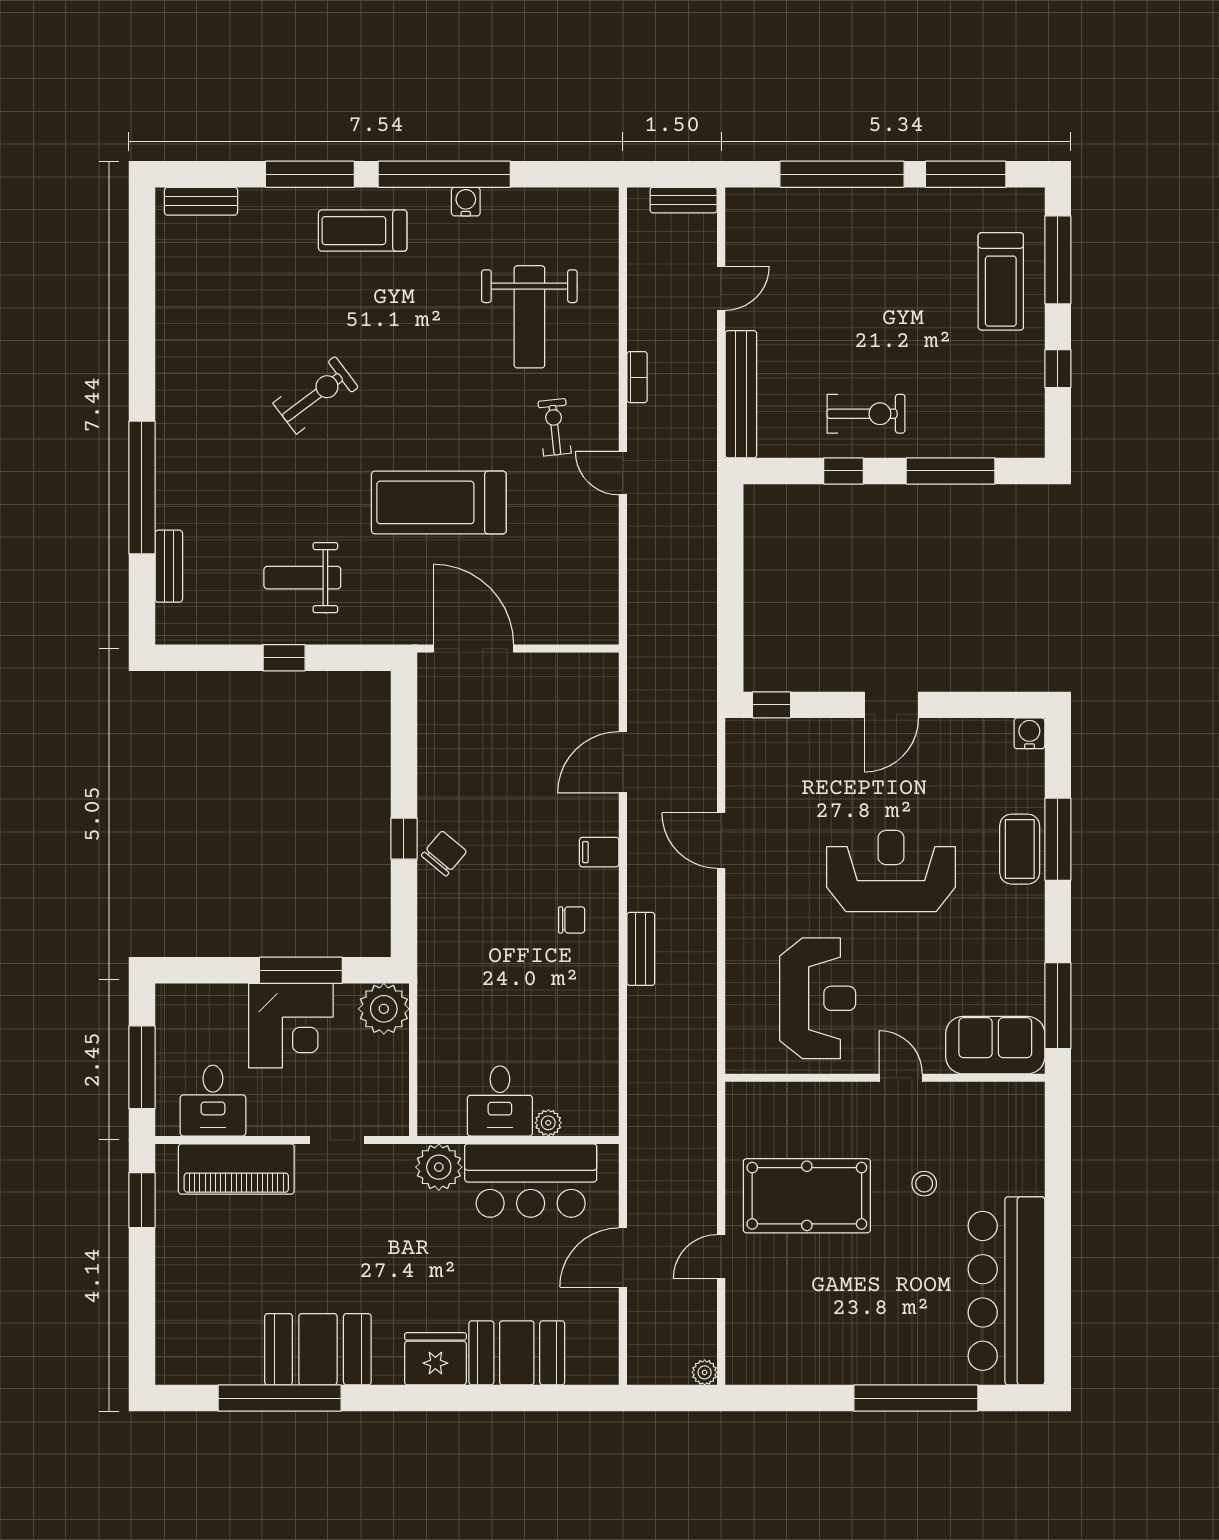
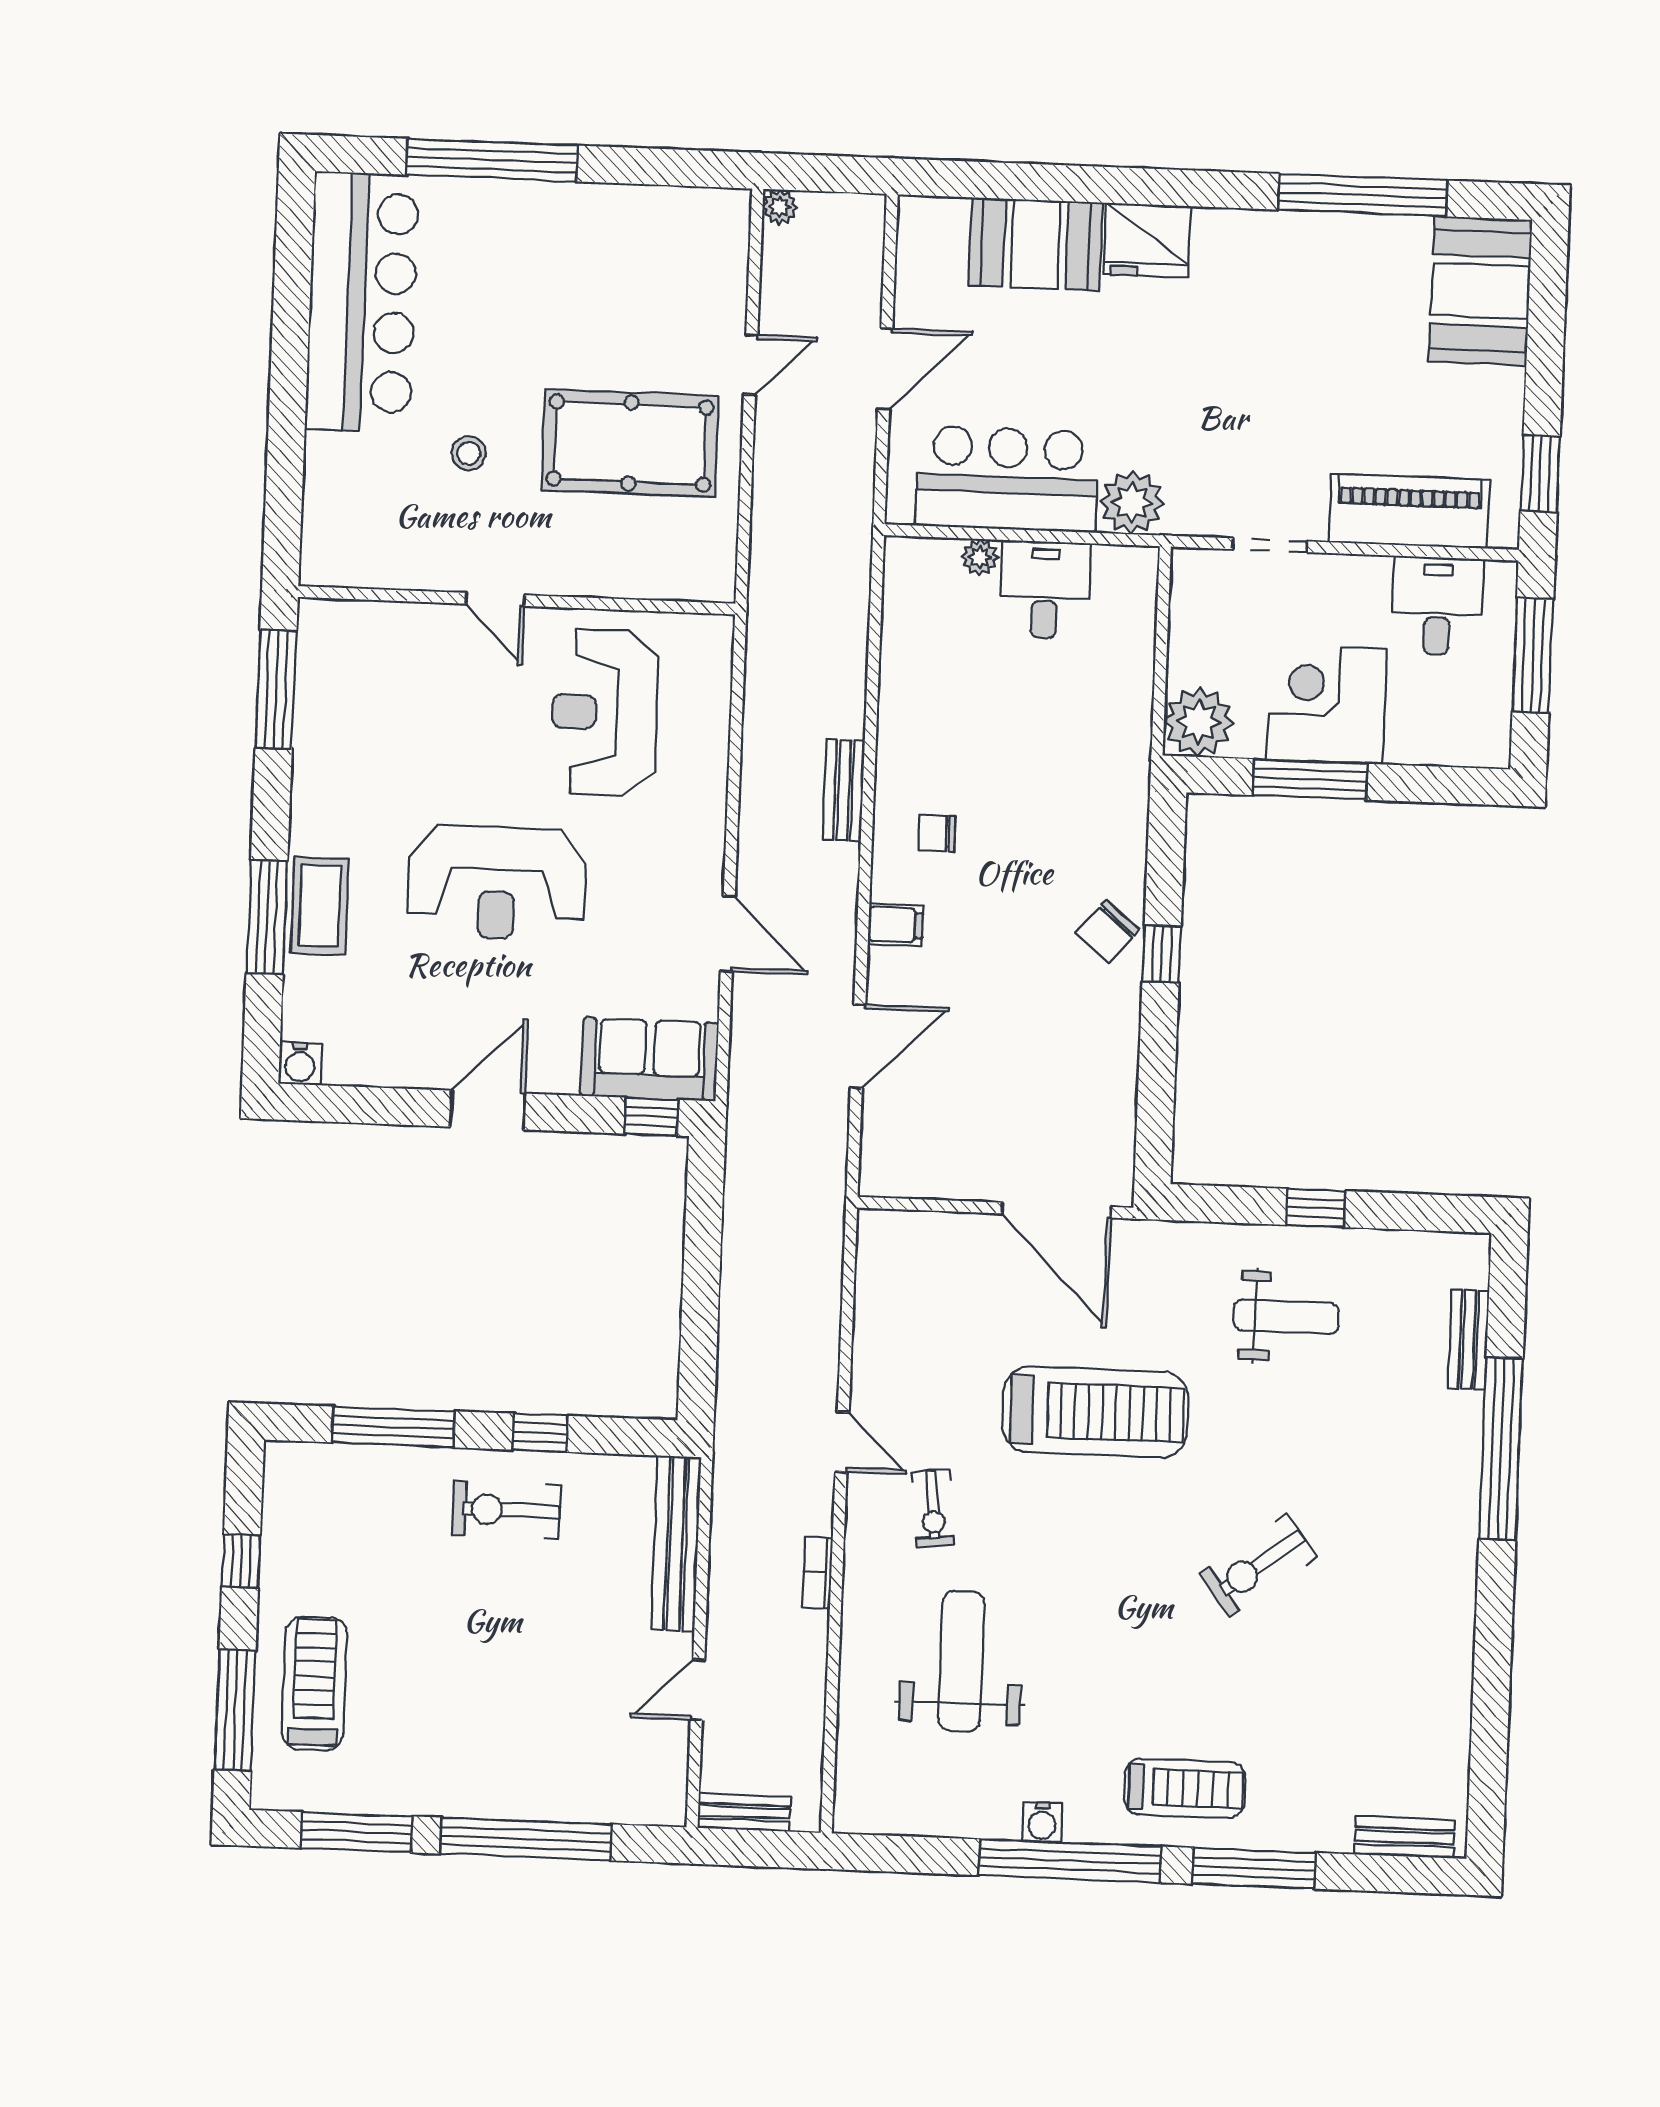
sofa: (995, 1045) -> (649, 1059), moved, turned 180
booth: (318, 1349) -> (1481, 291), moved, turned 90

